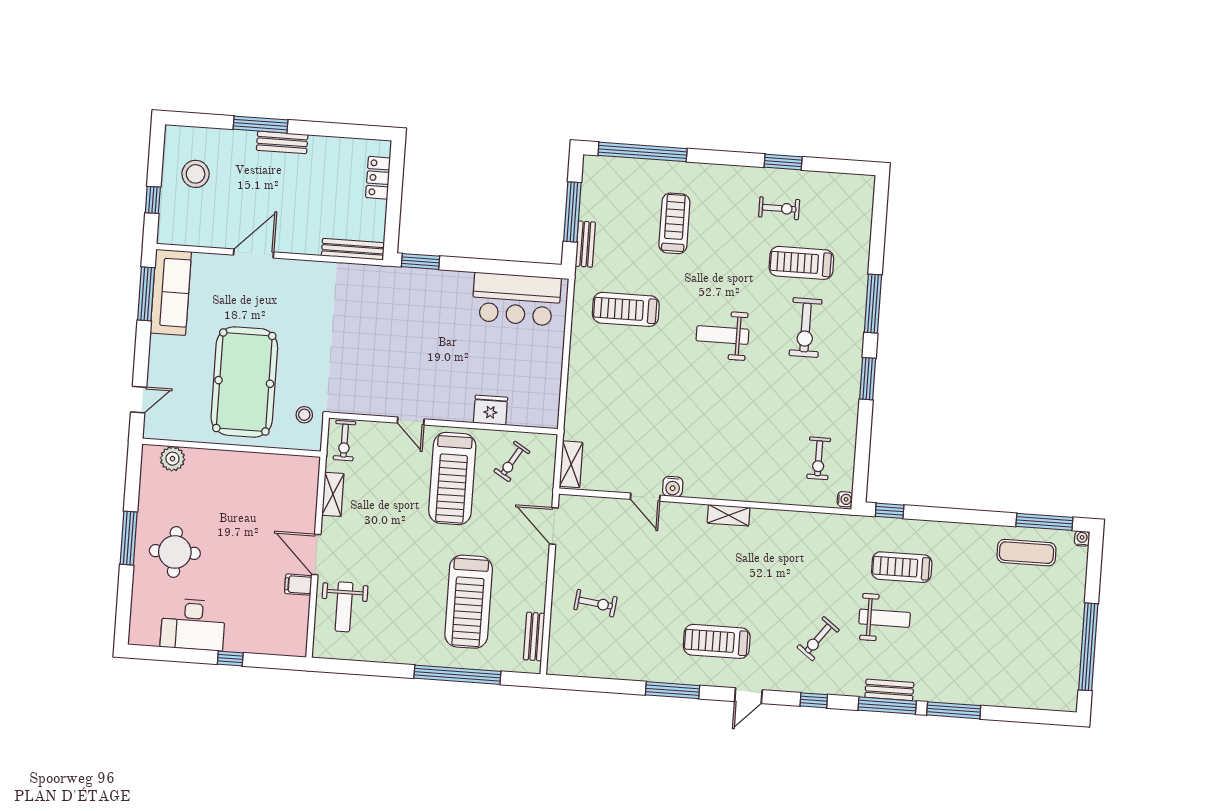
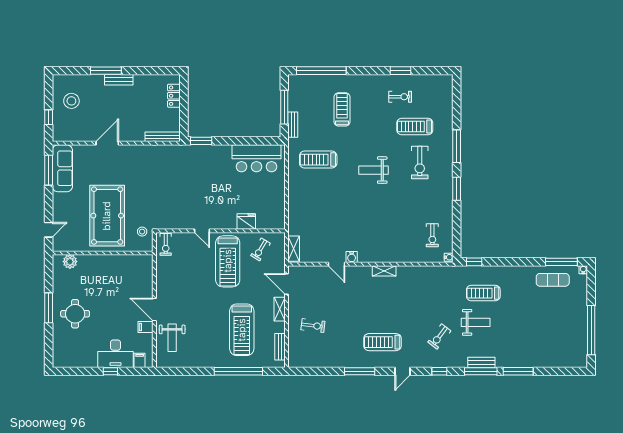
shelving: (333, 494) -> (280, 309), moved
desk: (193, 624) -> (116, 354), moved
filing cabinet: (283, 643) -> (140, 360), added

